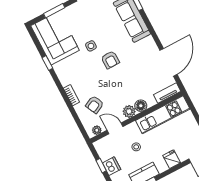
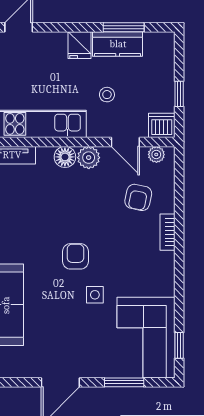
window: (47, 63) -> (179, 345), moved
armchair: (95, 105) -> (138, 197), turned 128
fridge: (172, 159) -> (80, 45), moved
dishwasher: (112, 166) -> (162, 125), moved, turned 90

